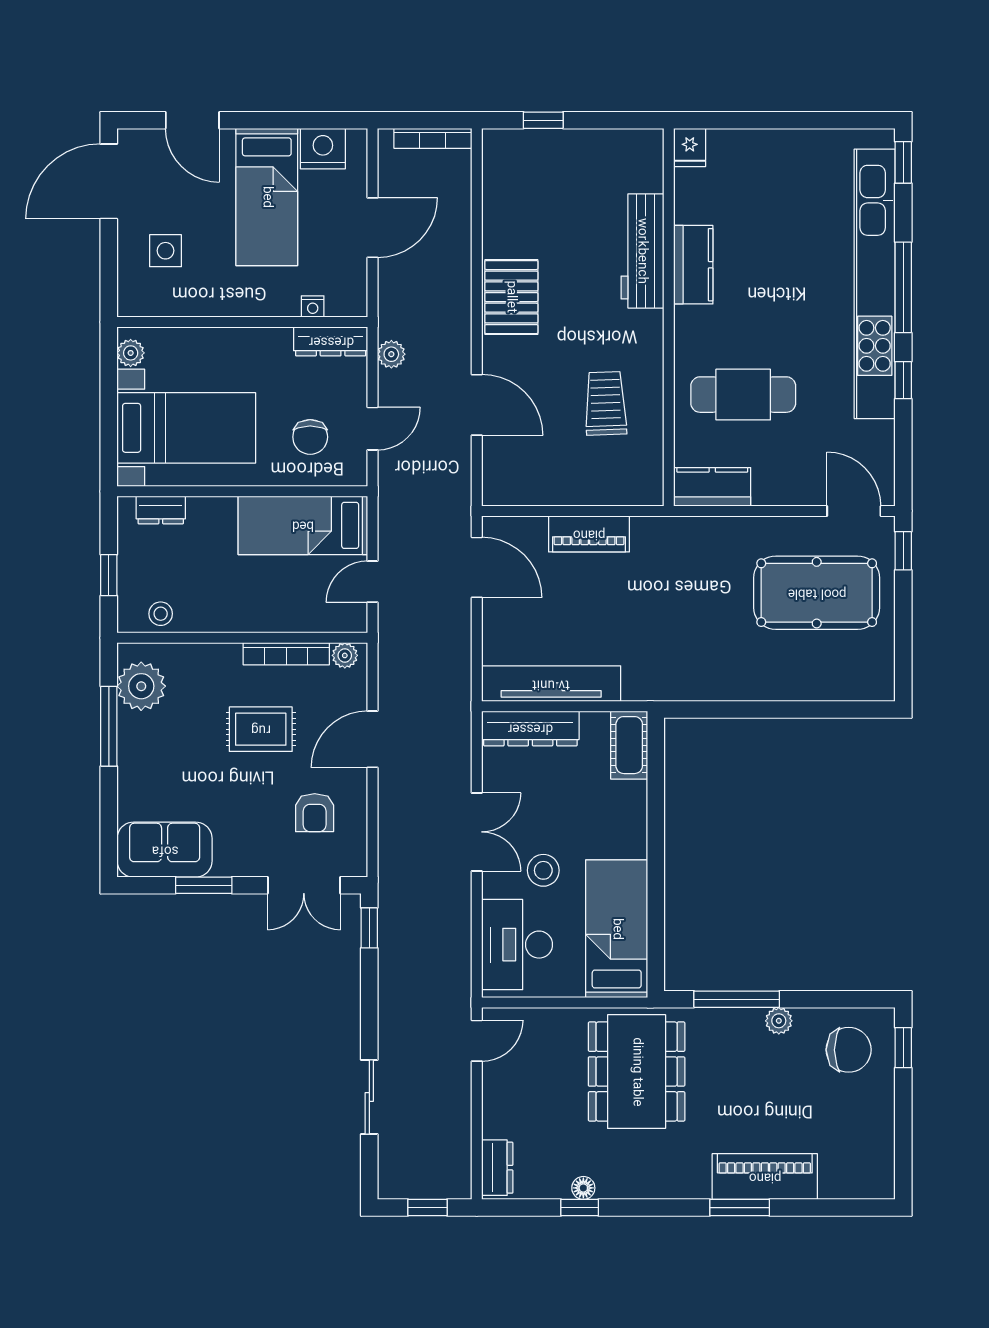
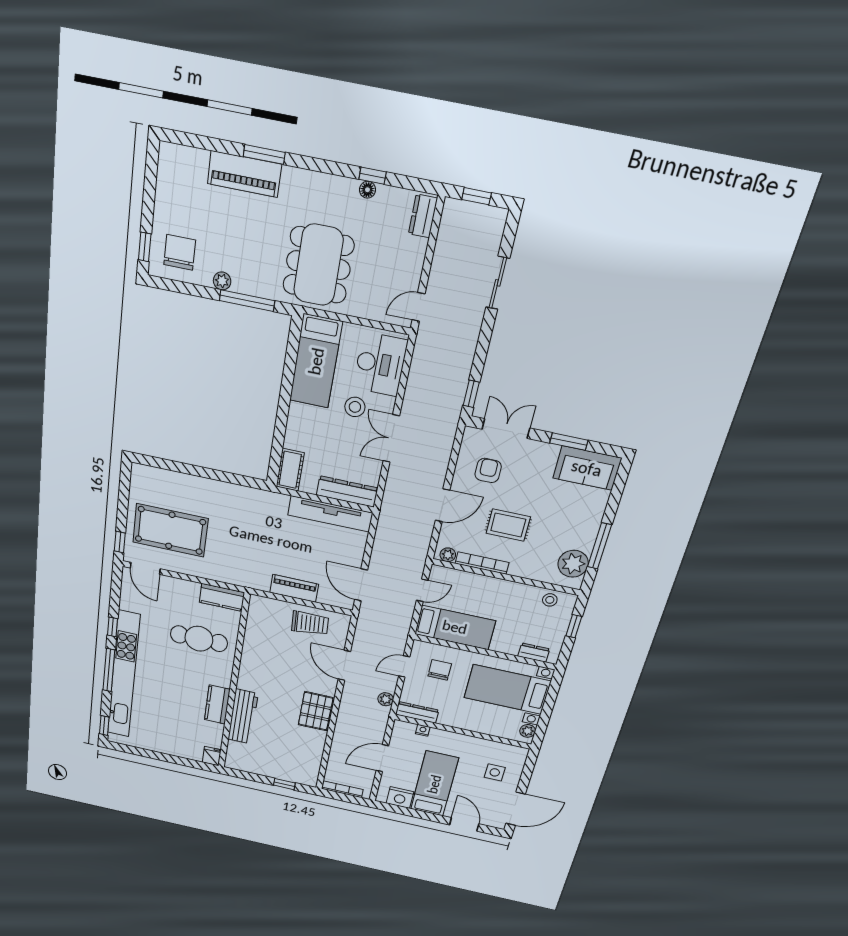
trolley: (606, 403) -> (310, 623), moved, turned -92
chair: (849, 1050) -> (180, 252), turned 90

